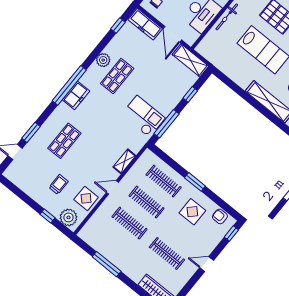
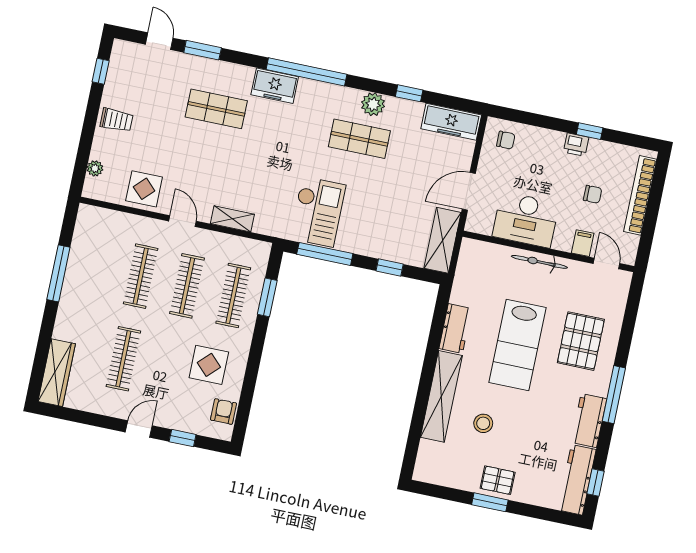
freezer: (145, 24) -> (451, 122), moved, turned -90
window: (118, 25) -> (409, 93), moved
workbench: (239, 77) -> (455, 329), added
freezer: (76, 95) -> (275, 86), moved
window: (195, 182) -> (267, 297), moved
trolley: (59, 184) -> (117, 120), moved
window: (47, 216) -> (101, 71), moved
plant: (68, 217) -> (95, 168), width x0.53, depth x0.53
window: (231, 233) -> (183, 438), moved
door: (207, 264) -> (139, 429), hinge flipped

